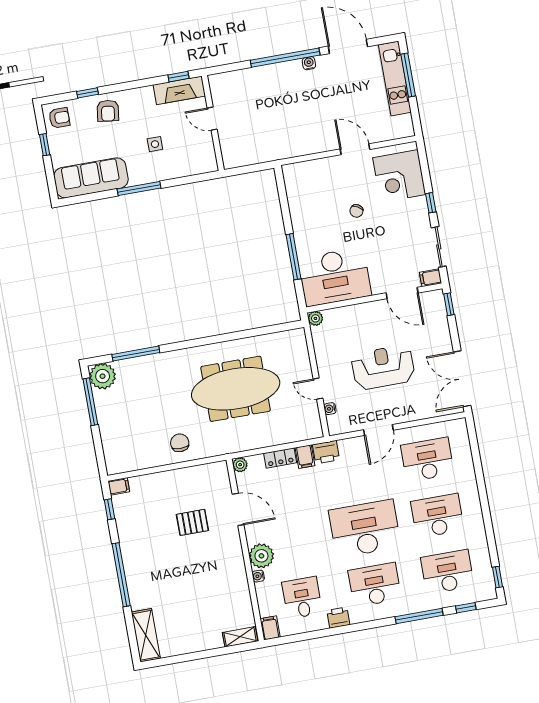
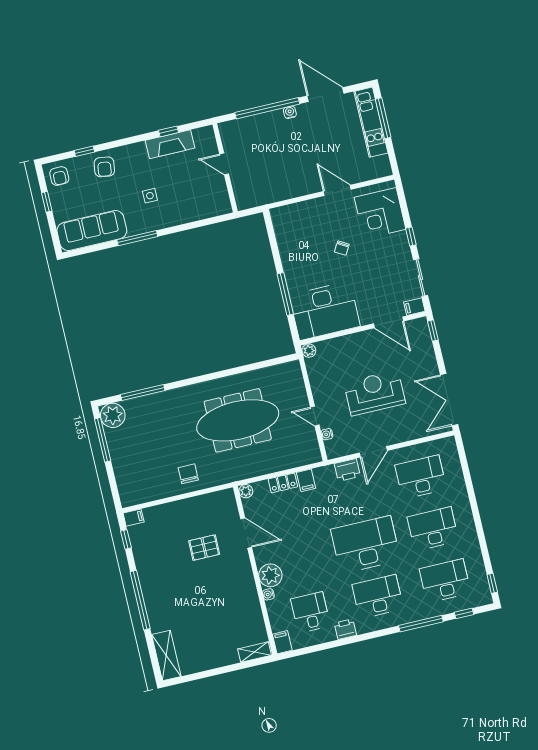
armchair: (59, 118) -> (59, 176), turned 90
door: (212, 119) -> (224, 164), moved
wall: (213, 123) -> (225, 168), moved
printer: (326, 452) -> (347, 470), moved

